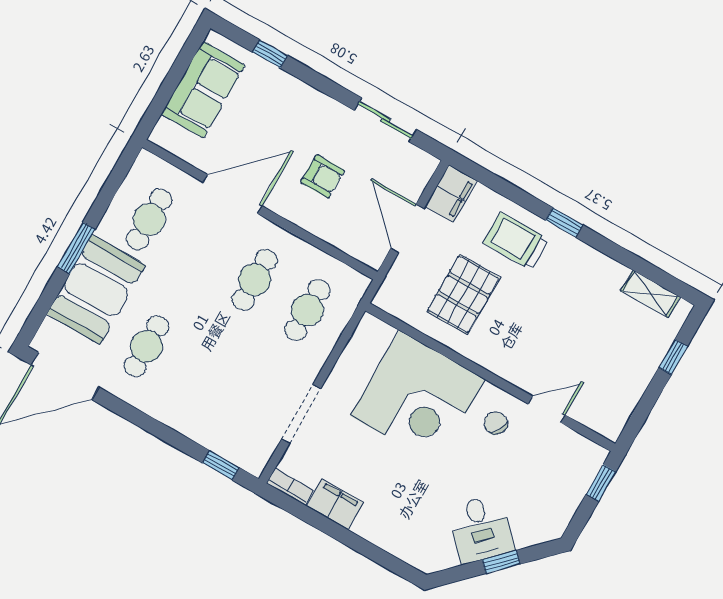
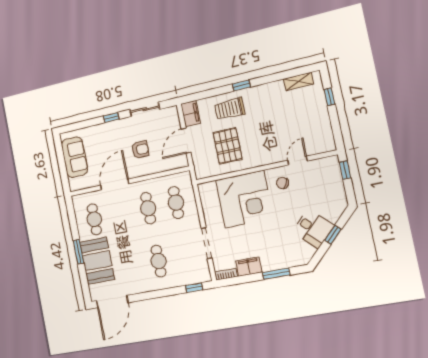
window: (270, 54) -> (111, 118), moved
door: (407, 229) -> (186, 141), hinge flipped
cafe table: (147, 346) -> (159, 261), moved
window: (368, 549) -> (276, 274), added

